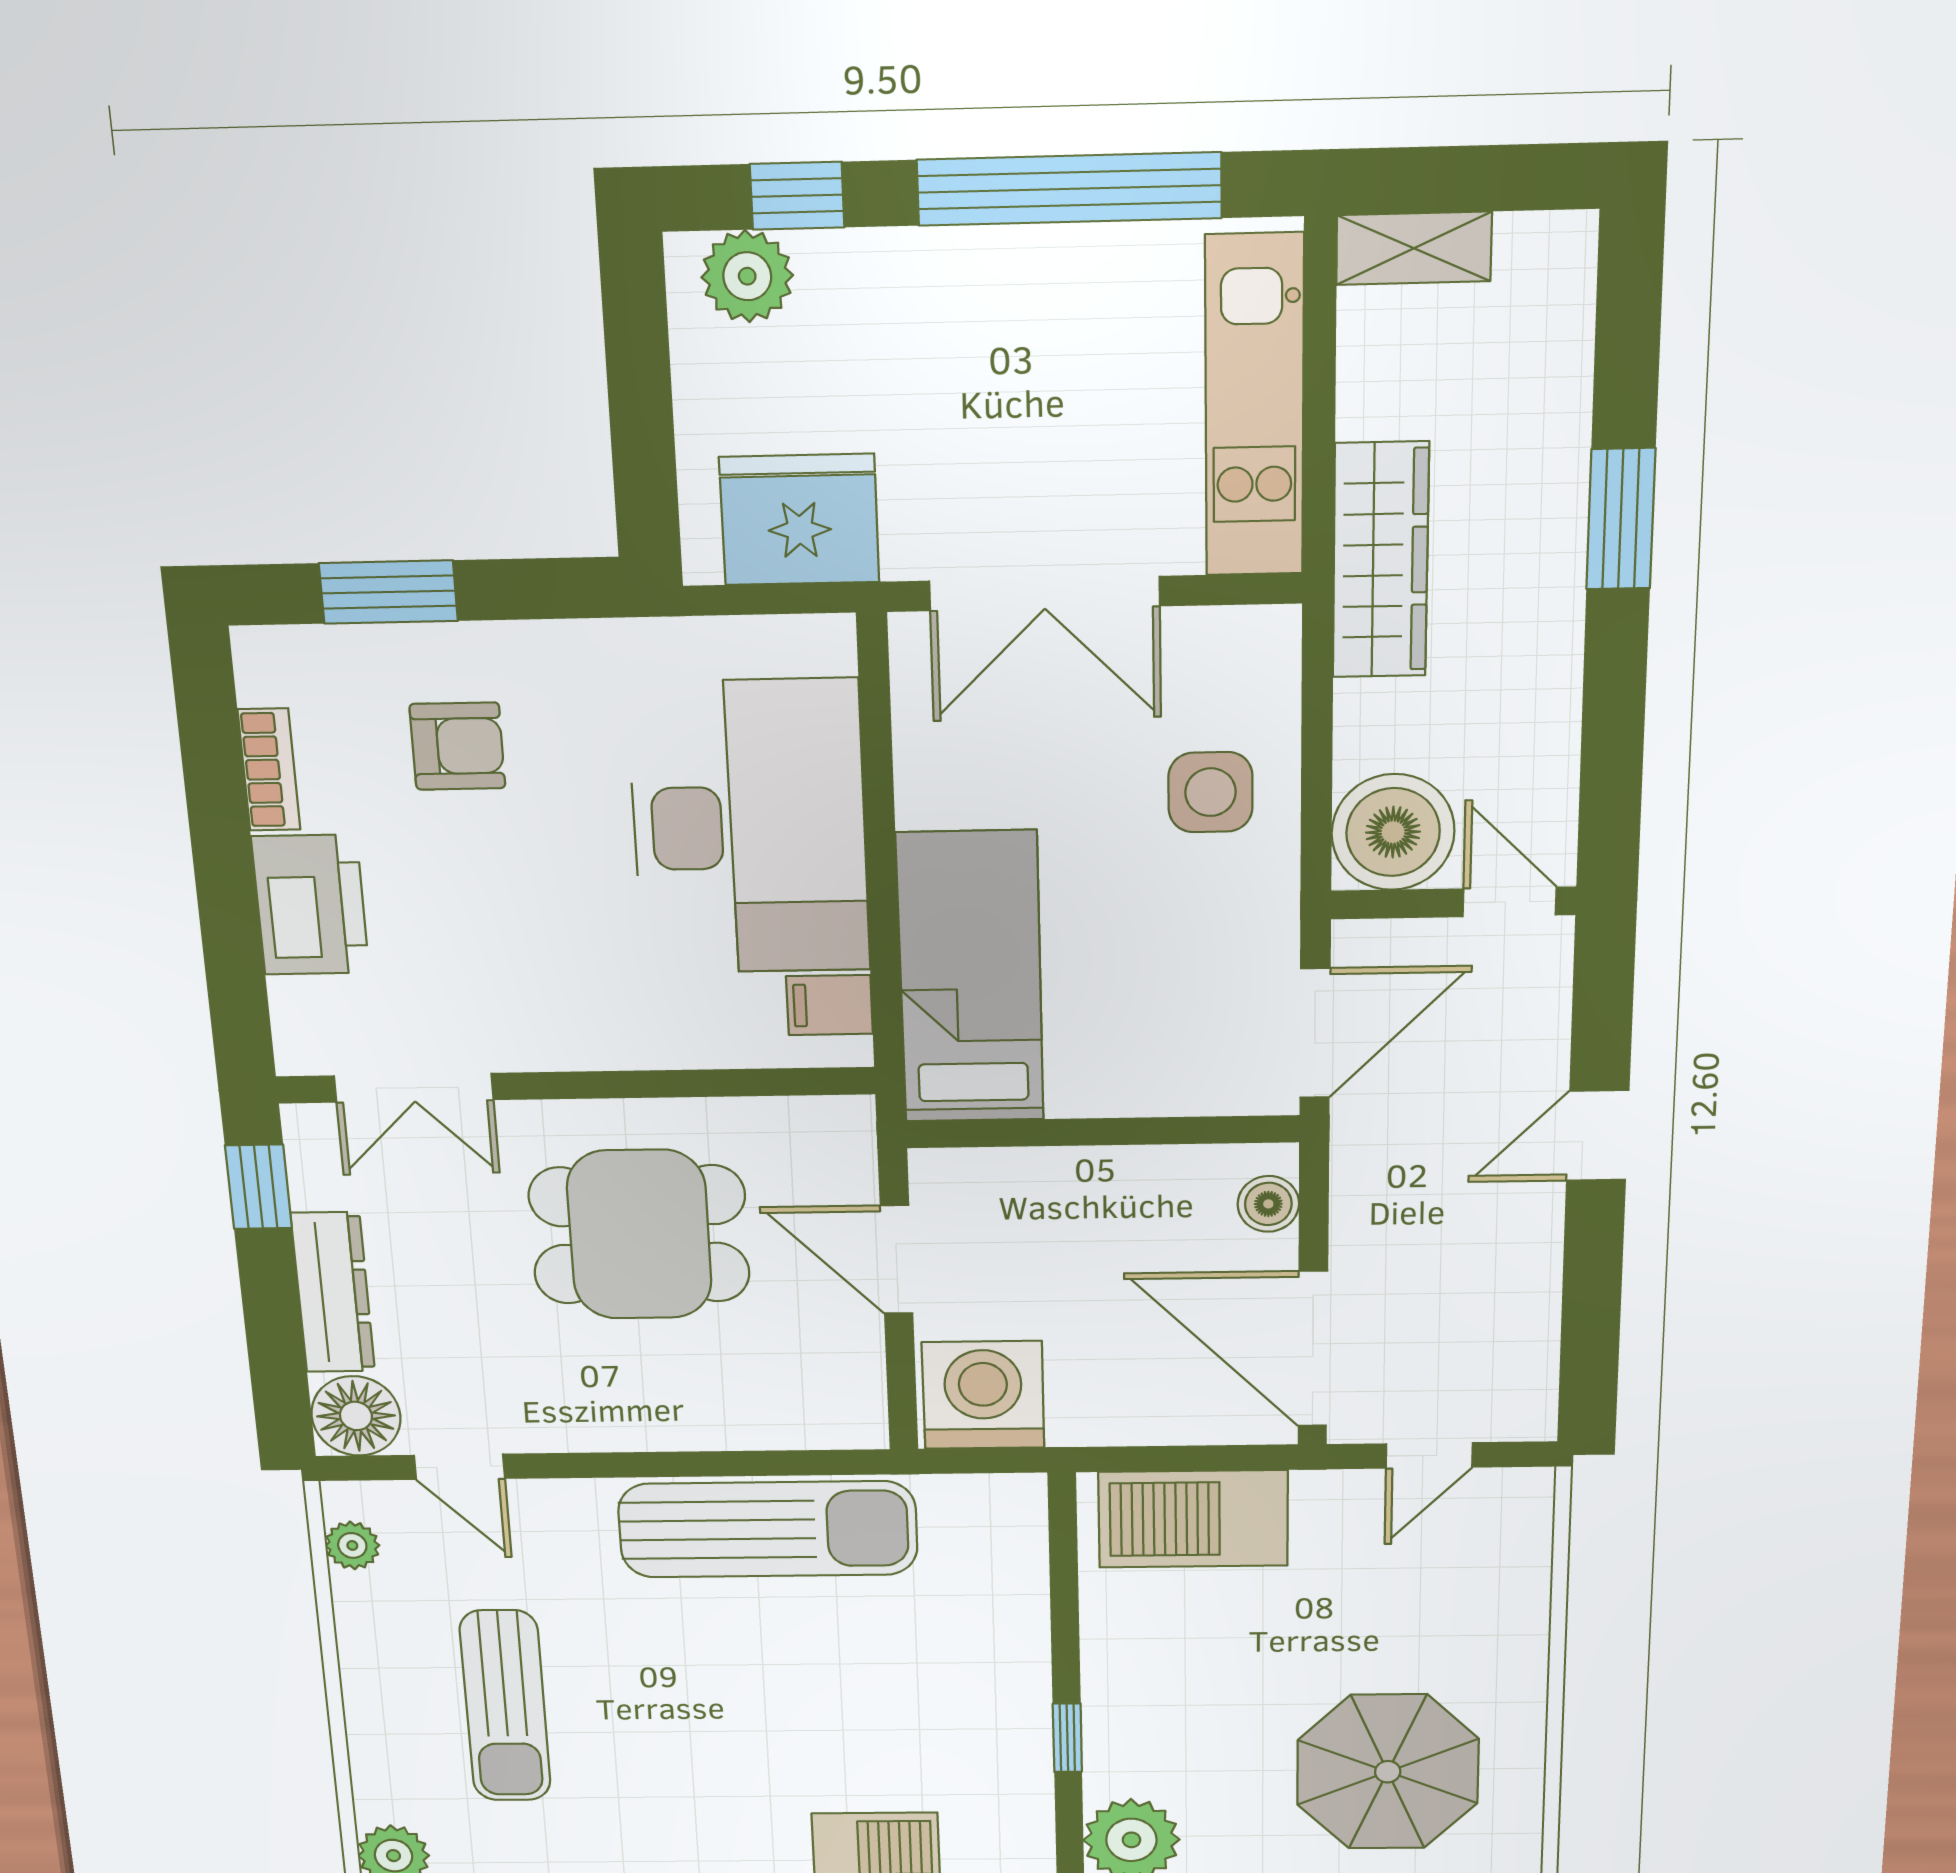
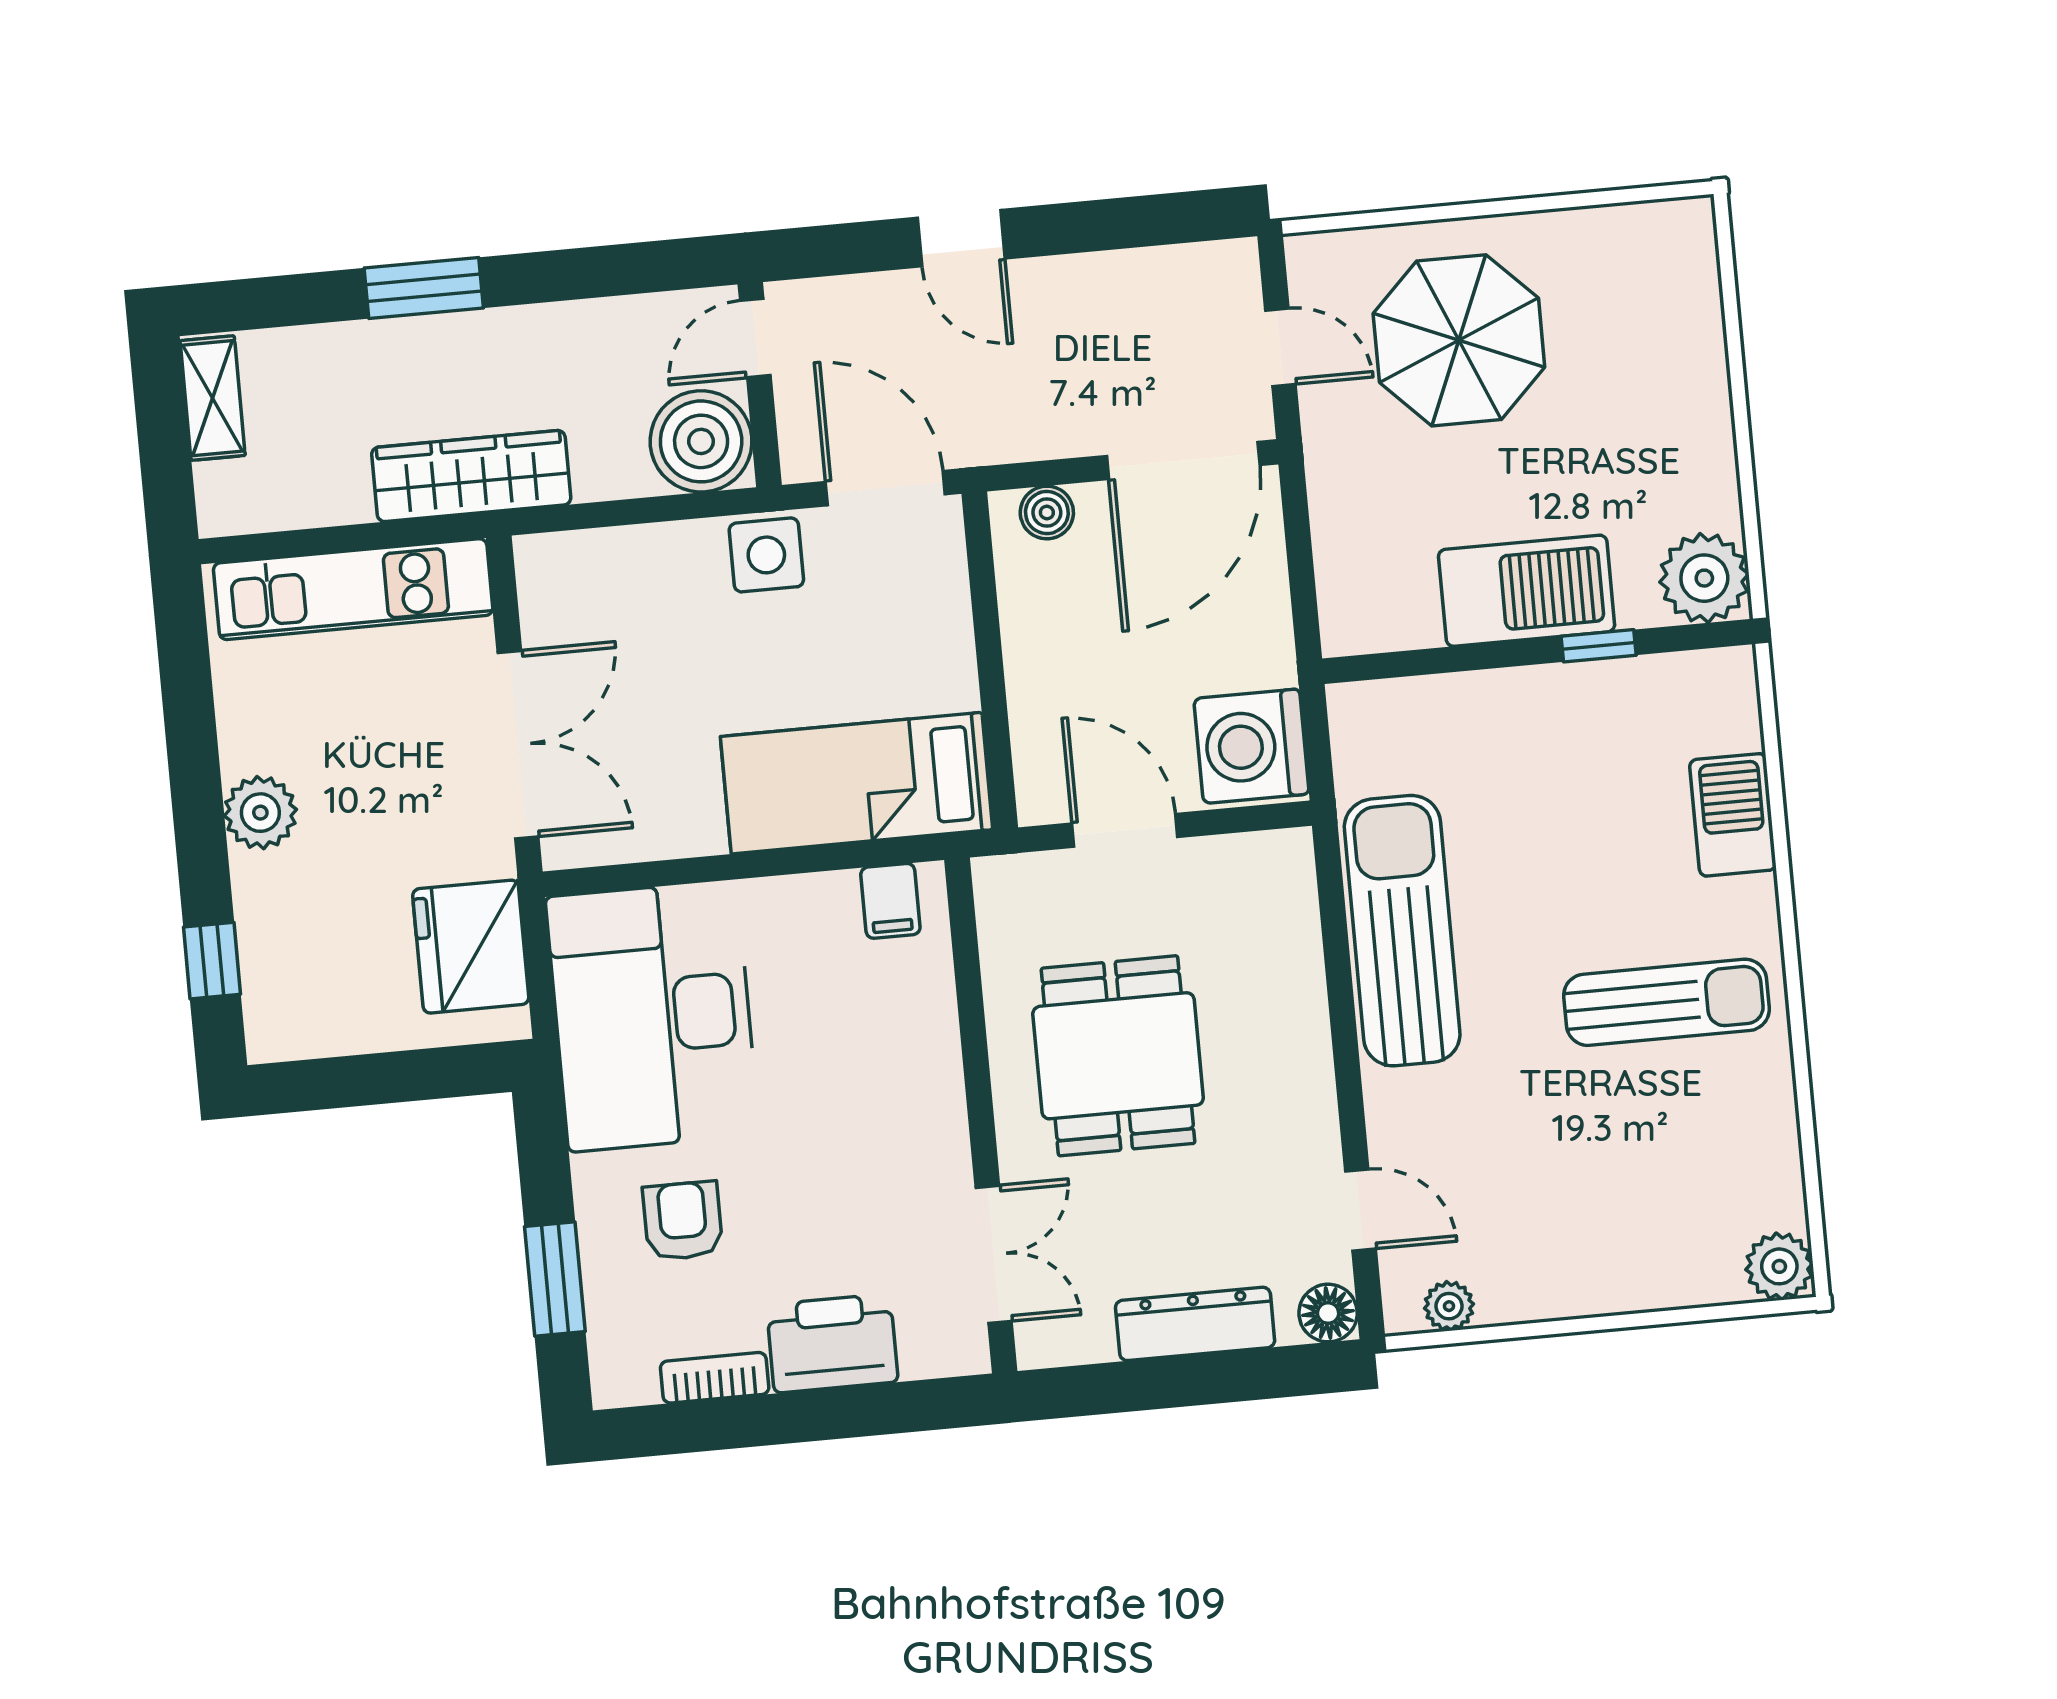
window: (1069, 189) -> (192, 749), removed
shelving: (1414, 248) -> (213, 398), moved
plant: (747, 276) -> (260, 813), moved
side table: (1210, 792) -> (766, 555), moved
desk: (749, 827) -> (653, 1016), moved, turned -90
window: (258, 1187) -> (1098, 1389), removed
door: (897, 1259) -> (1125, 830), swing flipped
floor lamp: (356, 1416) -> (1328, 1313), width x0.73, depth x0.73
door: (459, 1467) -> (1360, 1210), hinge flipped
barbecue: (1193, 1519) -> (1527, 591), moved, turned -90
sun lounger: (505, 1706) -> (1667, 1002), moved
parasol: (1388, 1772) -> (1459, 340), moved

